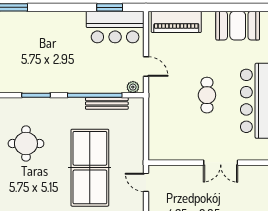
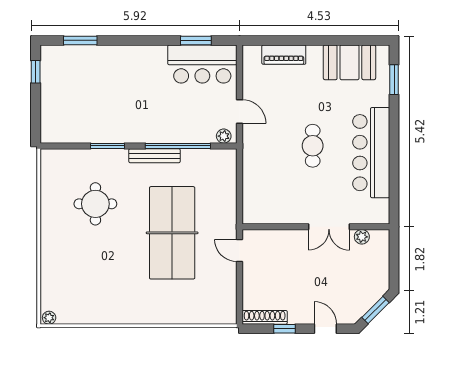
piano: (176, 22) -> (284, 55), width x0.73, depth x0.75
bench: (107, 103) -> (154, 156), moved
plant: (248, 171) -> (362, 237), added

